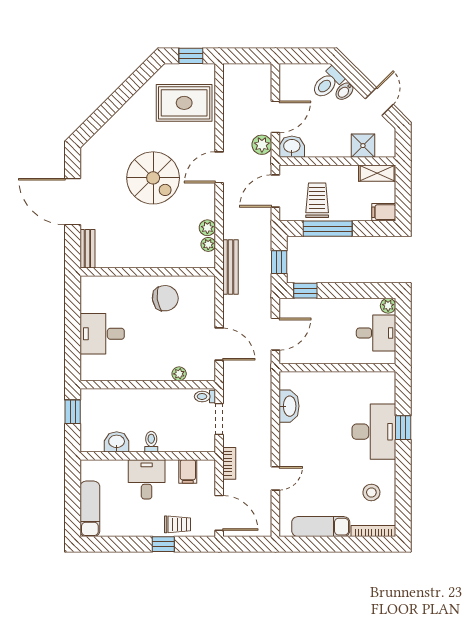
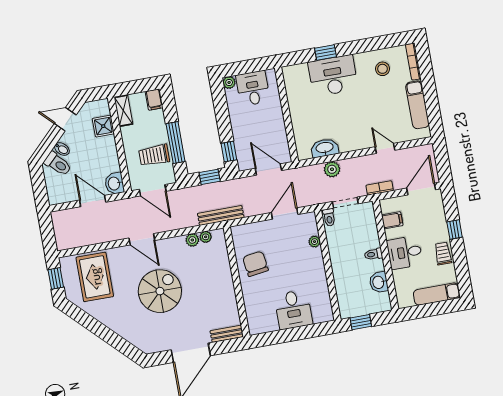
plant: (262, 145) -> (332, 169), moved
trolley: (178, 524) -> (443, 254), moved

